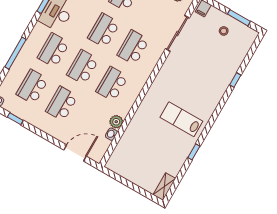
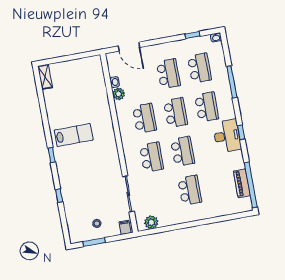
window: (194, 152) -> (52, 155), moved
door: (75, 153) -> (129, 47), hinge flipped

